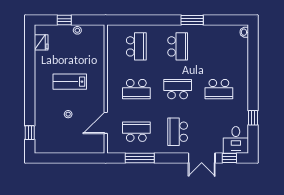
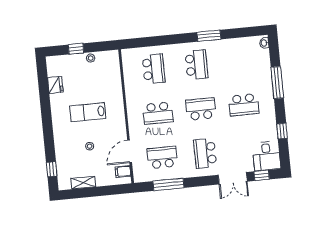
fridge: (41, 42) -> (55, 85), moved
window: (253, 71) -> (277, 83), added
filing cabinet: (98, 141) -> (123, 172), added
shelving: (59, 148) -> (83, 183), added

